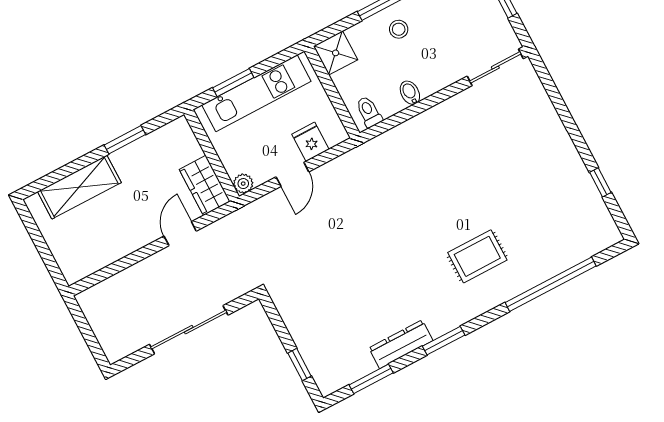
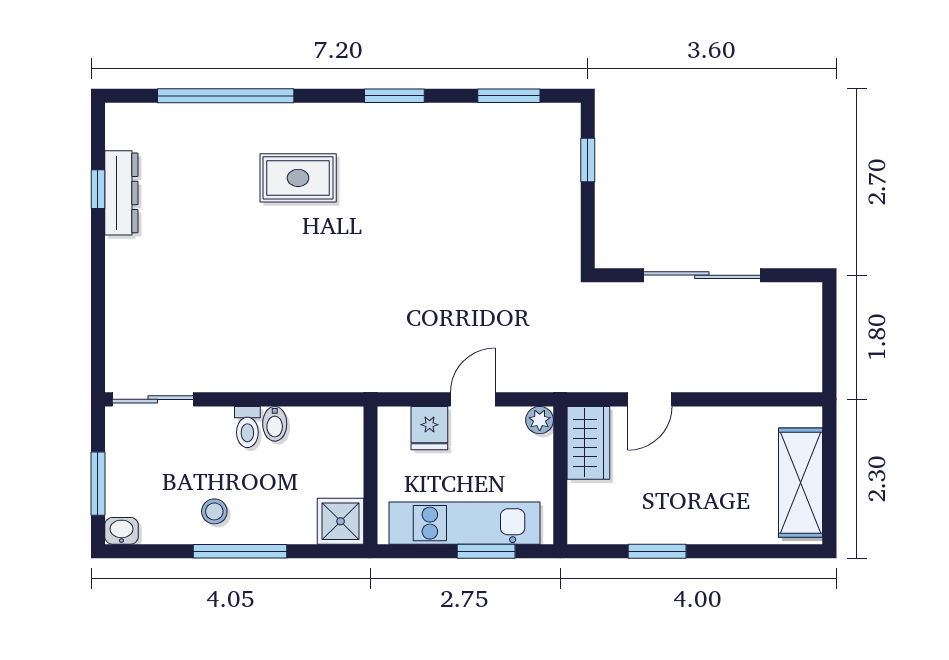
stool: (399, 29) -> (214, 511), moved
toilet: (369, 112) -> (247, 427), moved
shelving: (79, 187) -> (801, 483), moved, turned 90
dresser: (401, 344) -> (121, 193), moved, turned -90

